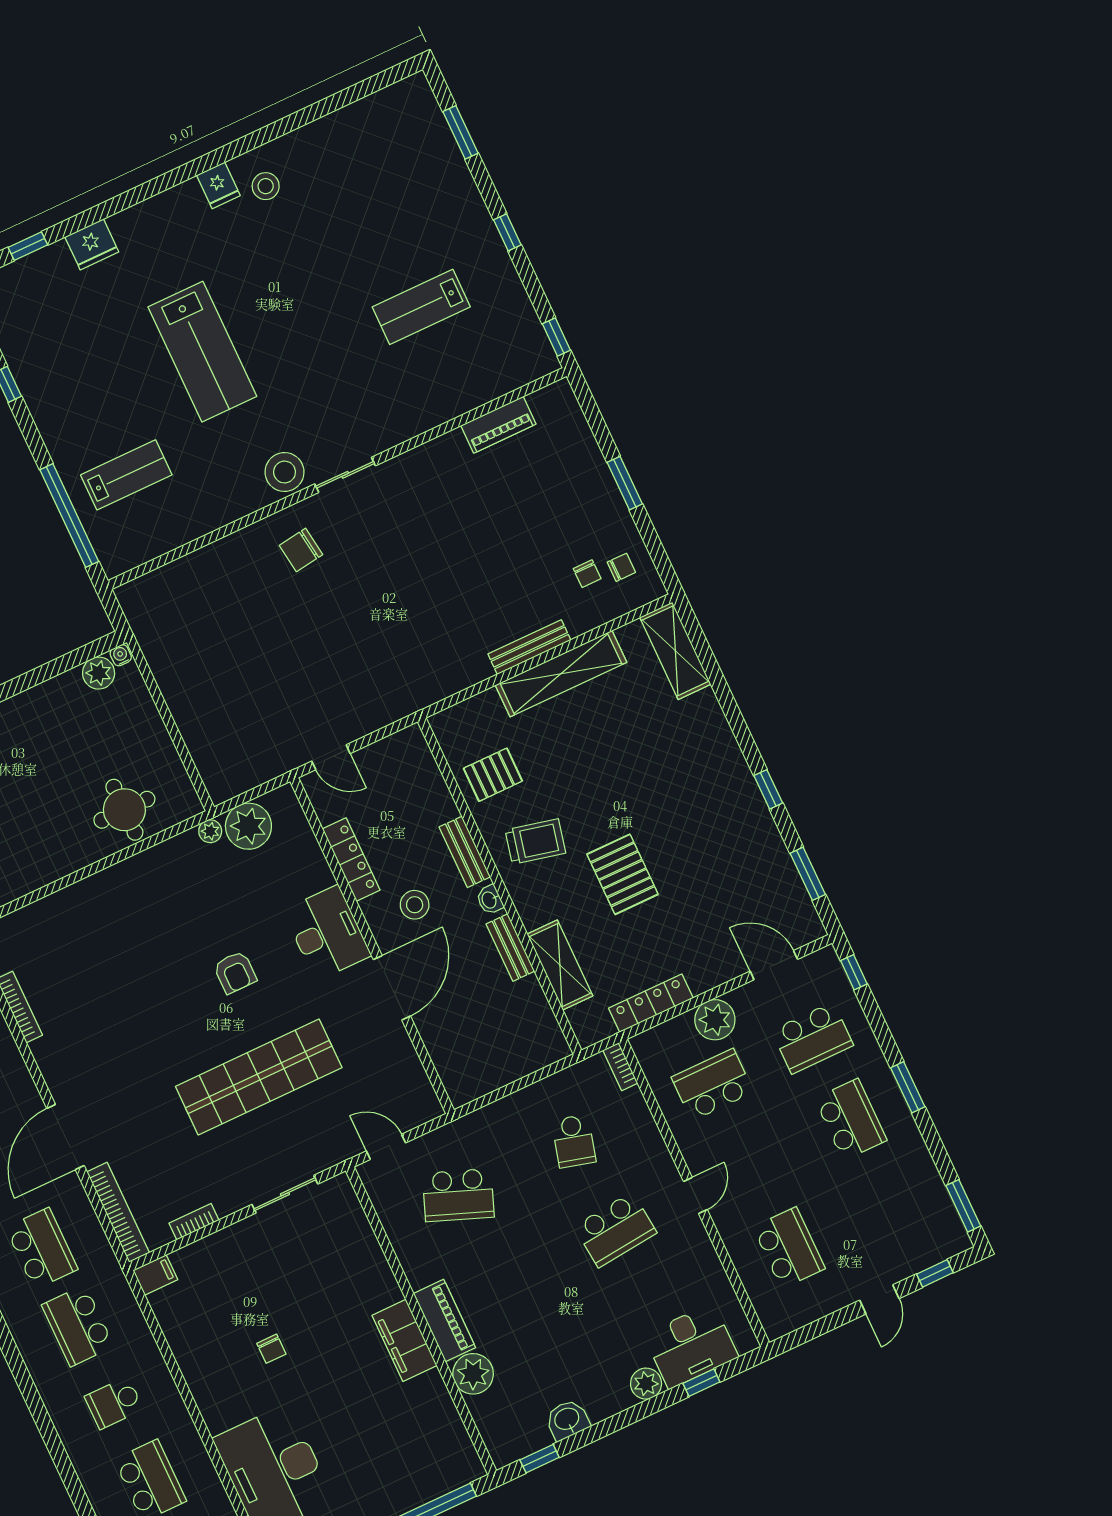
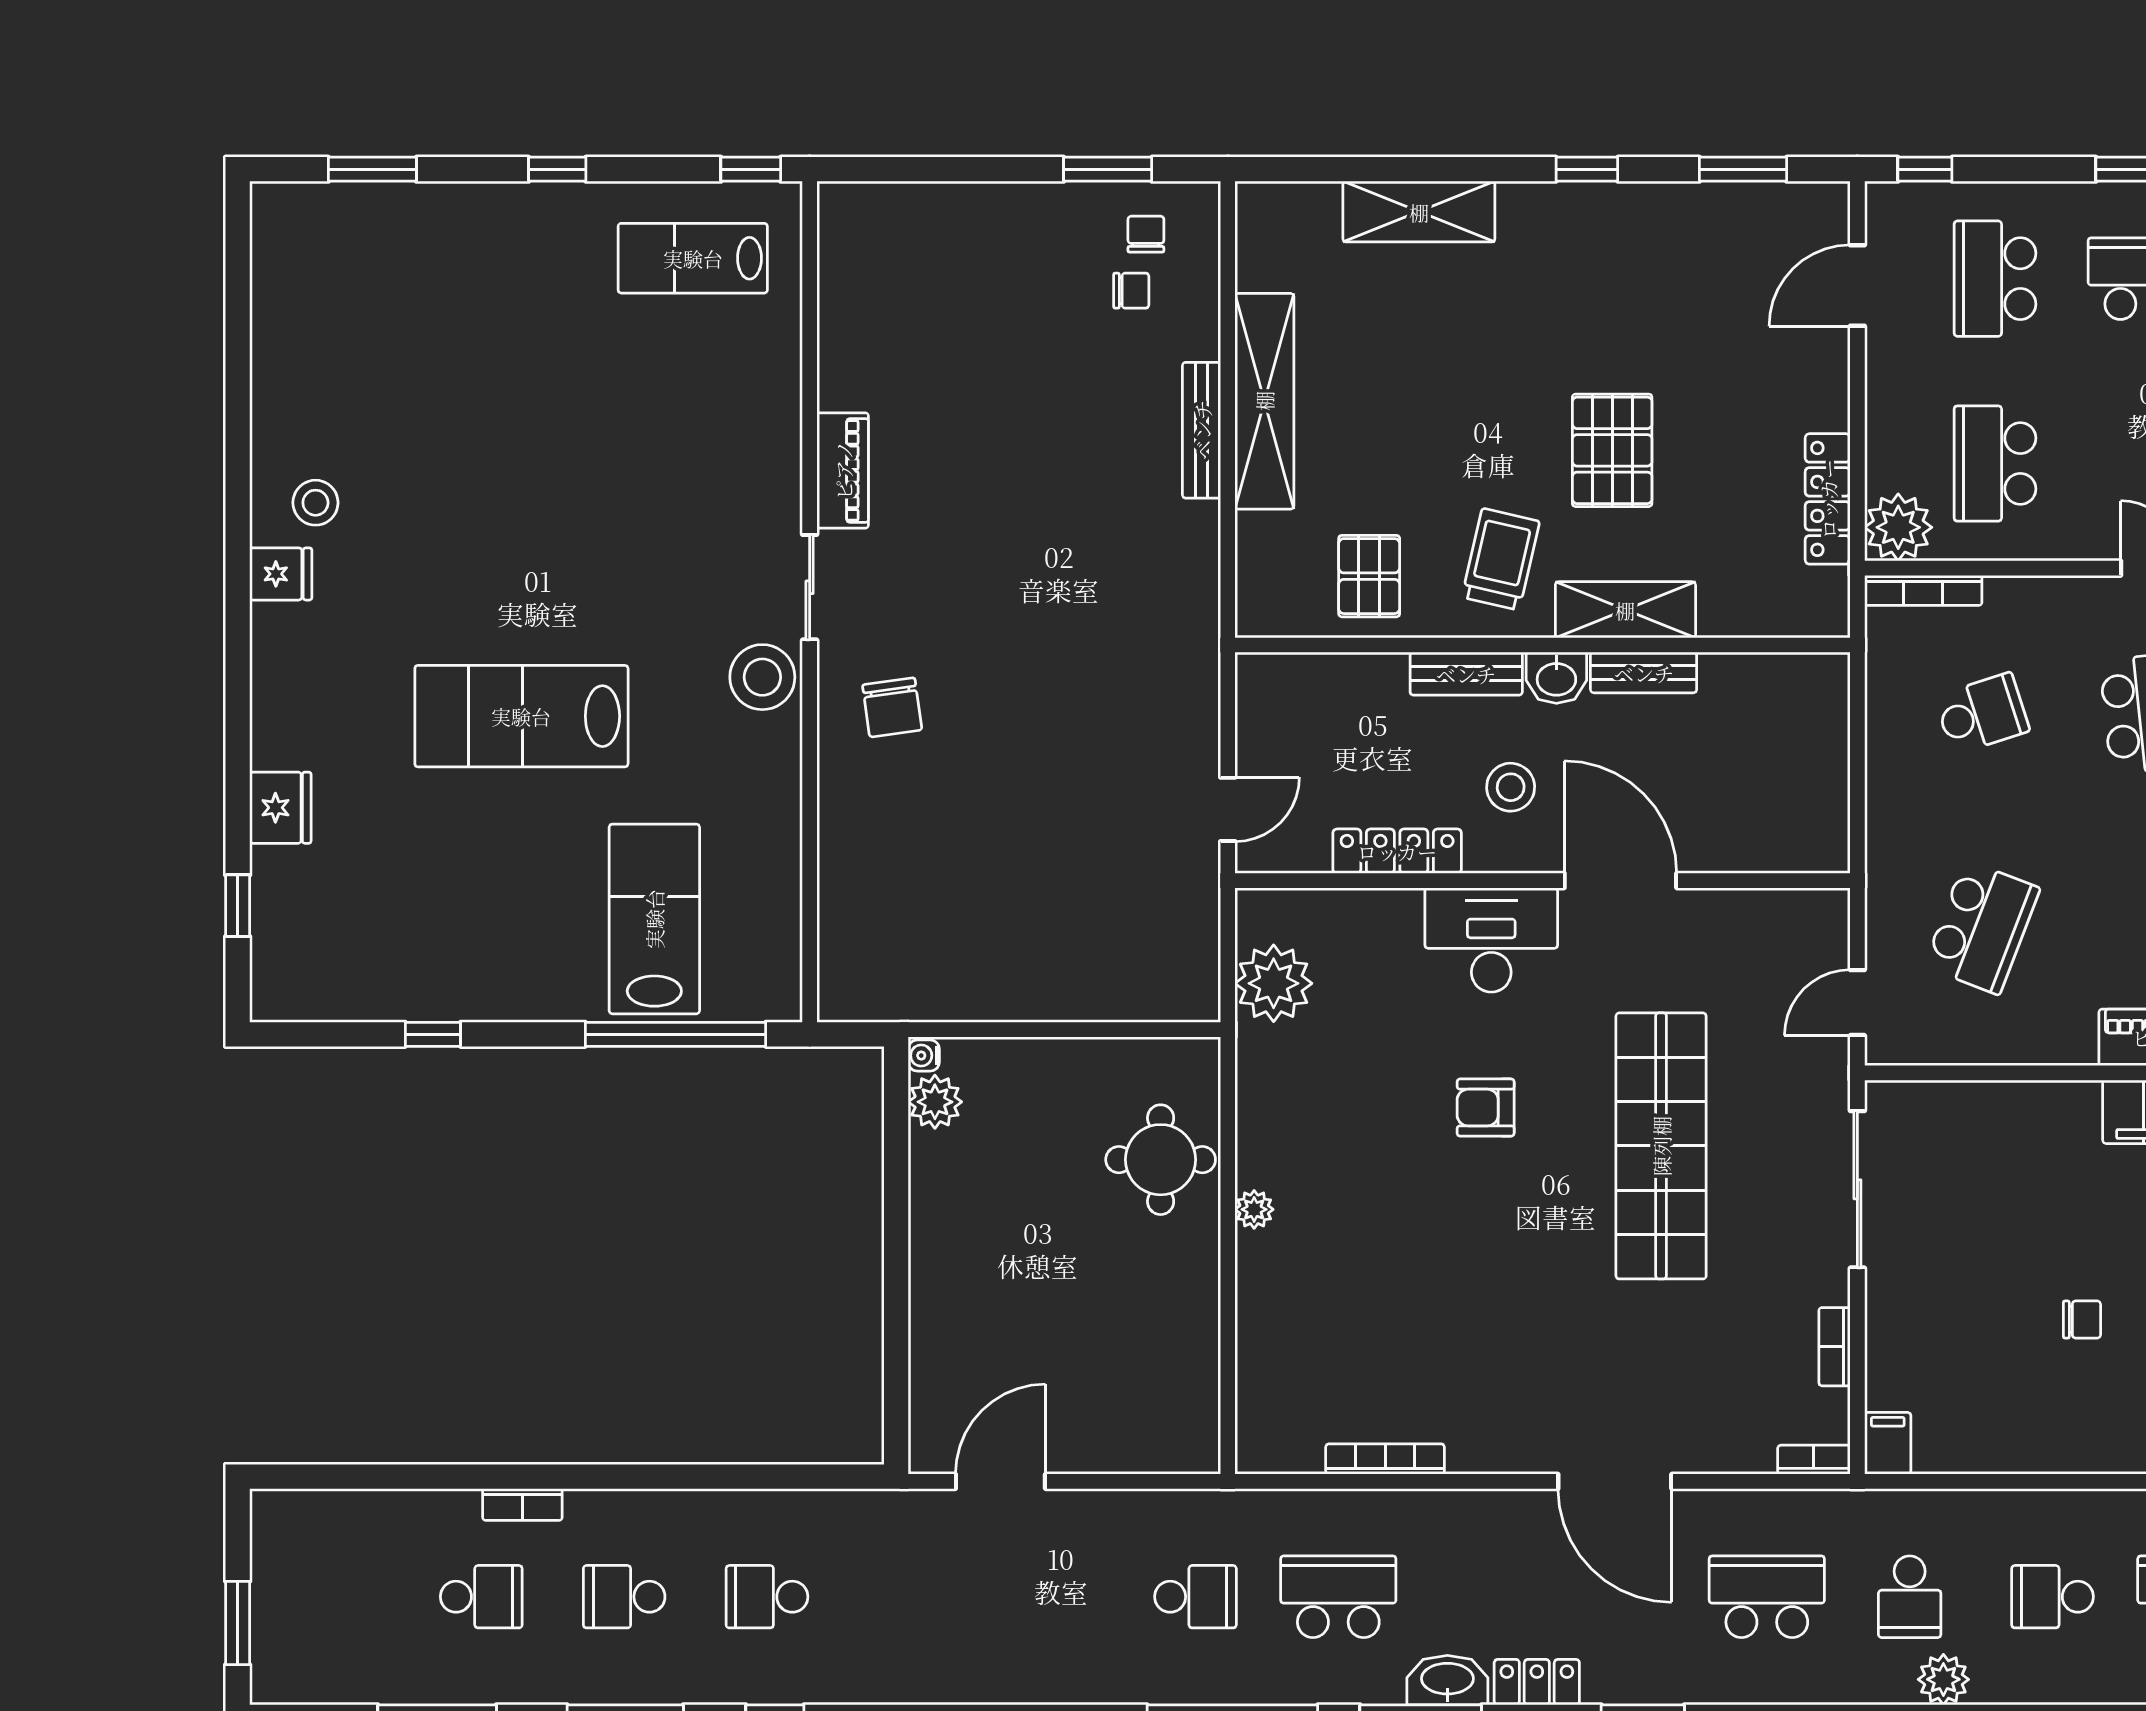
lab bench: (421, 307) -> (693, 258), moved, turned 90
lab bench: (202, 352) -> (521, 716), turned 180
piano: (498, 425) -> (843, 470), moved
lab bench: (126, 475) -> (654, 919), width x1.36, depth x1.39
window: (625, 483) -> (1108, 169), moved
shelving: (675, 651) -> (1419, 212), moved
plant: (210, 831) -> (1254, 1209), moved
pallet: (623, 874) -> (1612, 450), turned 90
washbasin: (490, 900) -> (1556, 678), width x1.38, depth x1.45
shelving: (560, 965) -> (1625, 610), moved
armchair: (235, 972) -> (1486, 1108), turned 180
plant: (715, 1020) -> (1898, 527), moved
school desk: (812, 1038) -> (1995, 279), turned 180
bookcase: (620, 1067) -> (1923, 590), width x1.56
school desk: (574, 1141) -> (1982, 714), turned -33
sliding door: (285, 1194) -> (1857, 1189), width x1.37
bookcase: (118, 1212) -> (1814, 1460), width x0.43, depth x0.76
school desk: (78, 1326) -> (1910, 1597), width x0.54
plant: (42, 1365) -> (1943, 1679), added
school desk: (114, 1403) -> (2052, 1597), turned 90

